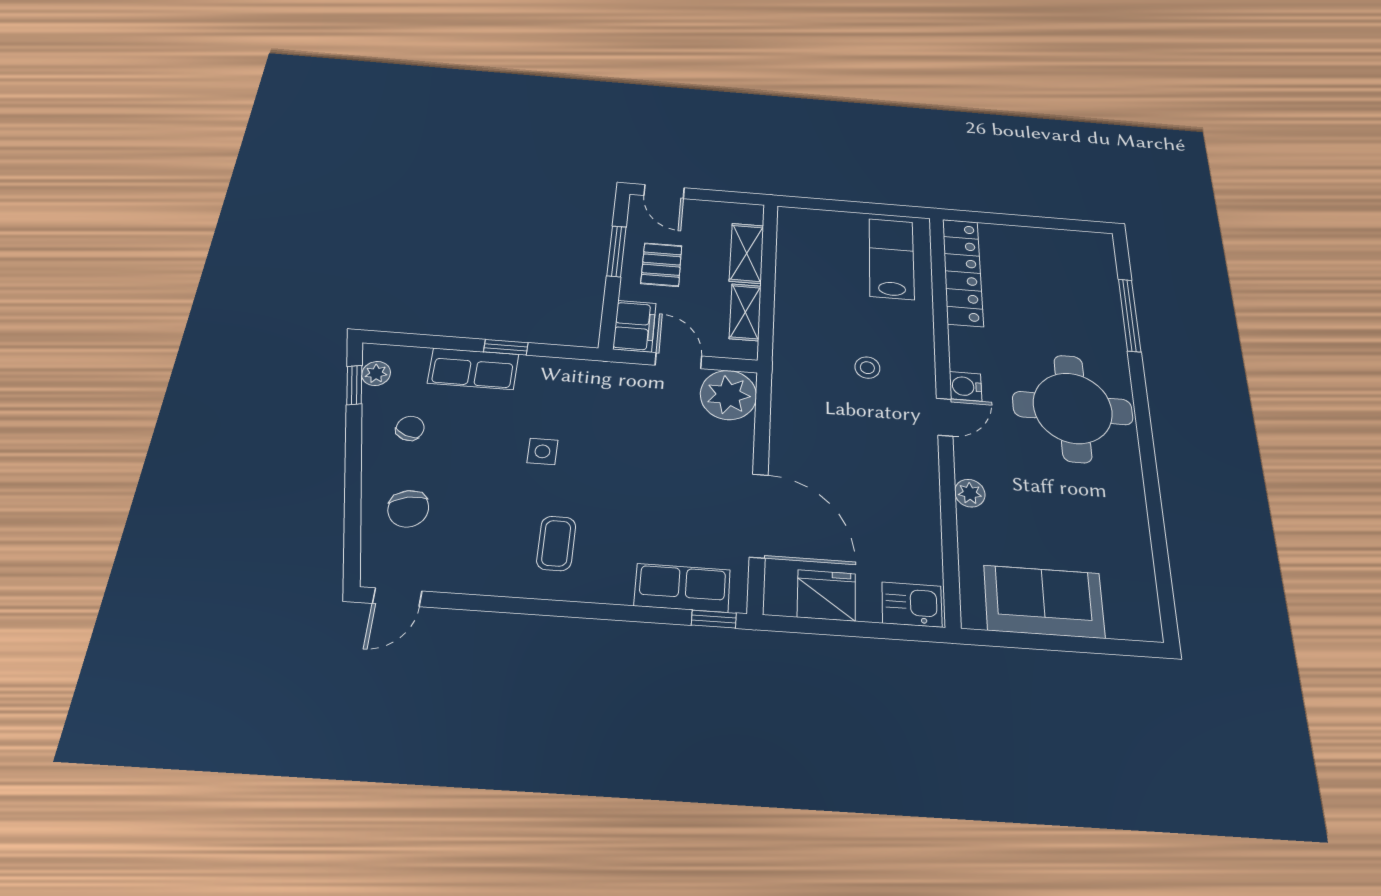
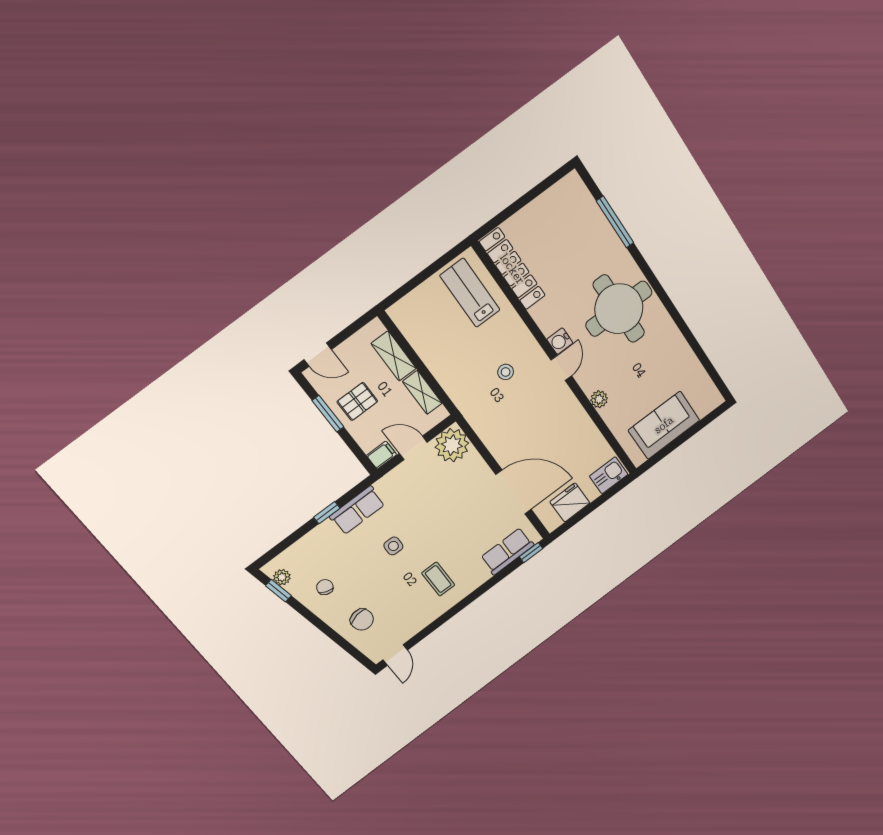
pallet: (661, 265) -> (357, 401), turned 90
filing cabinet: (634, 326) -> (382, 455), width x0.50
row of seats: (473, 369) -> (357, 510), moved

